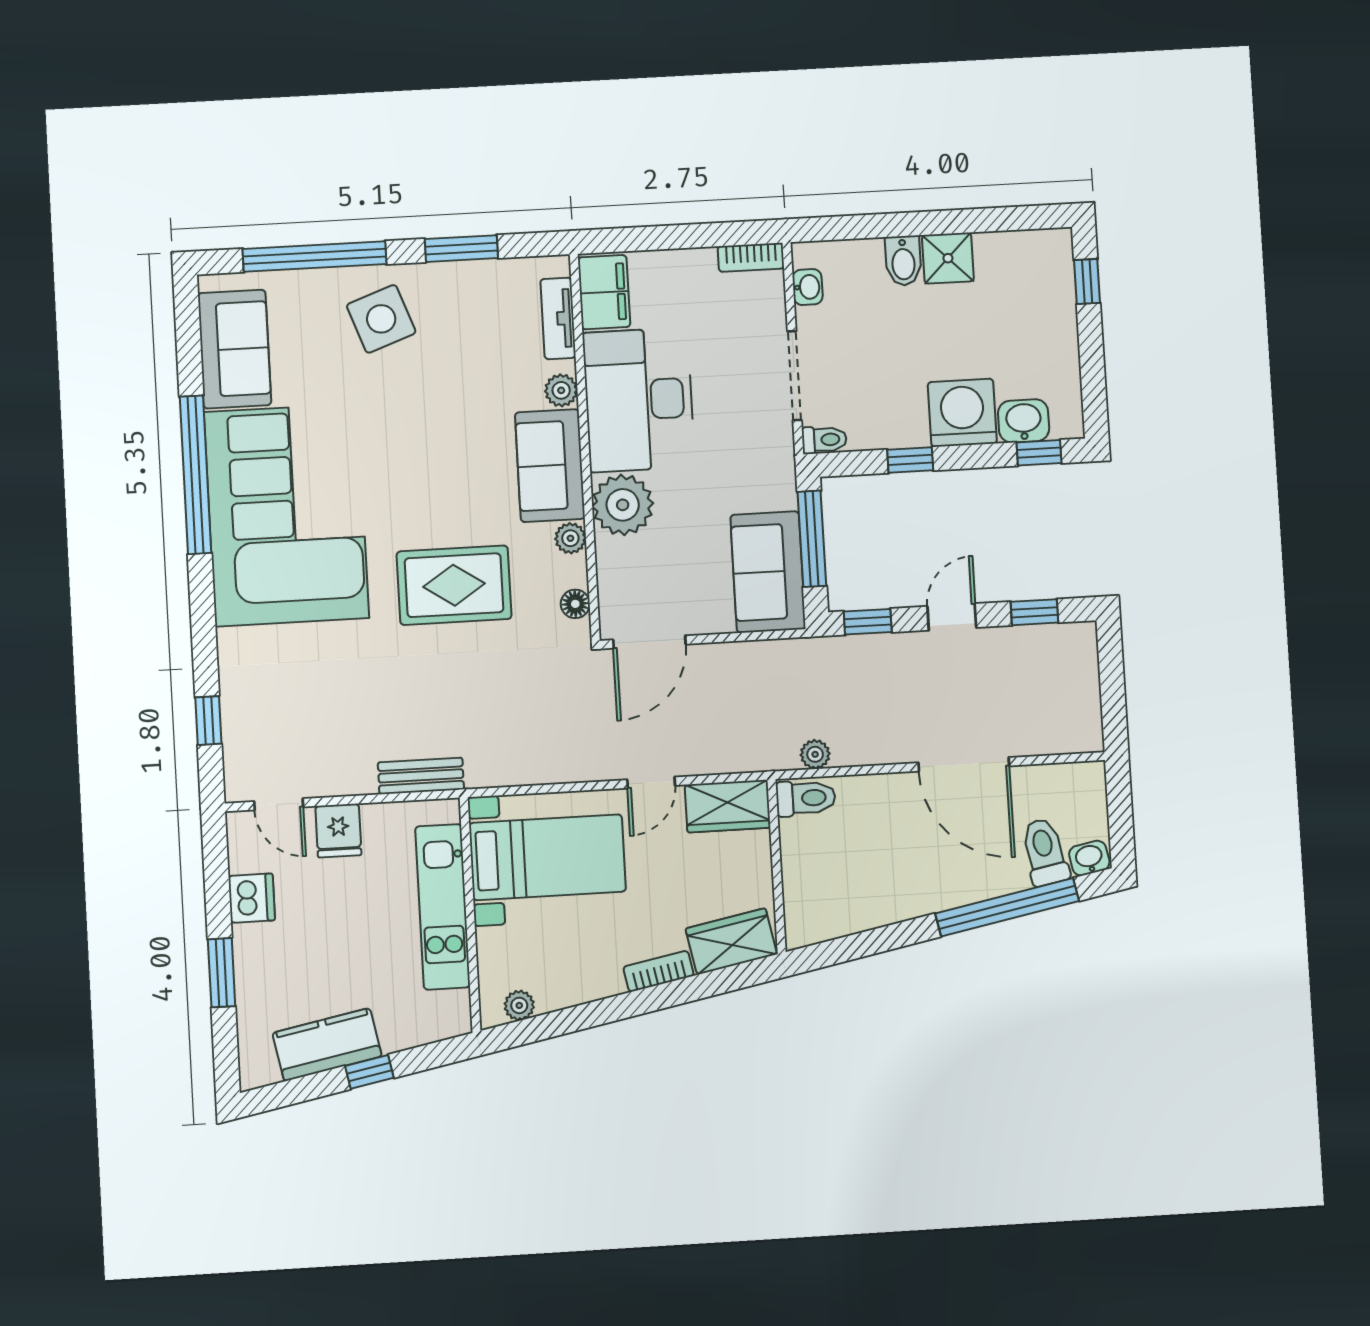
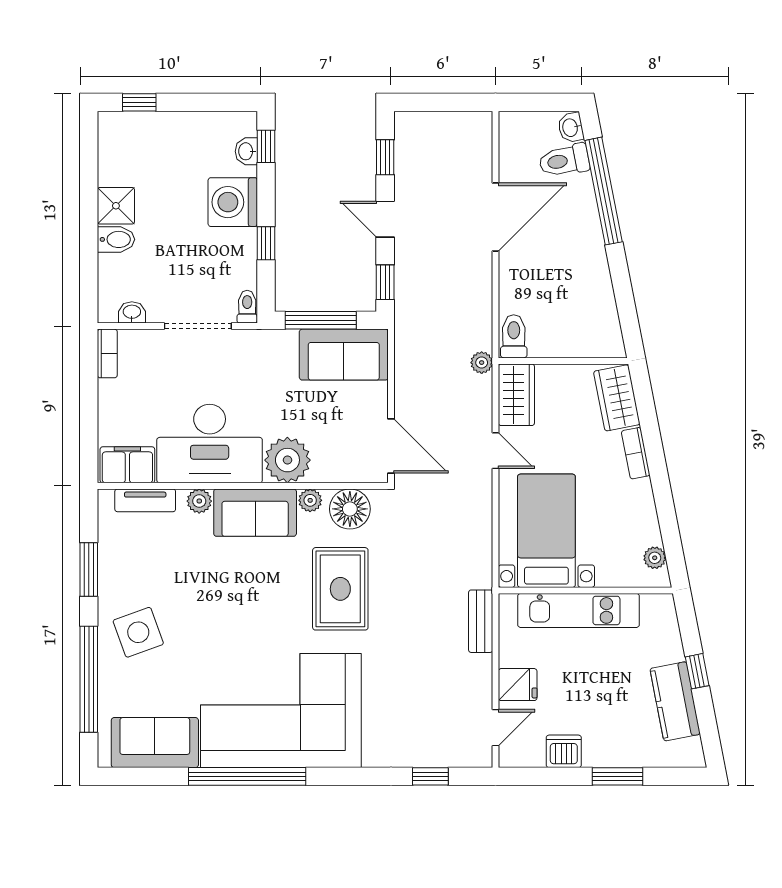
washbasin: (1024, 421) -> (246, 151), width x0.72, depth x0.69
floor lamp: (575, 604) -> (350, 509), width x1.89, depth x1.89
plant: (815, 754) -> (482, 363), moved

